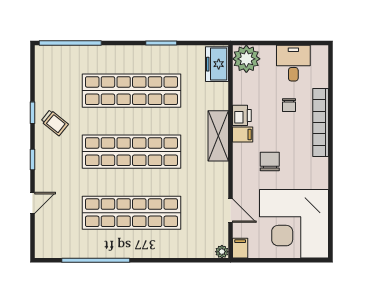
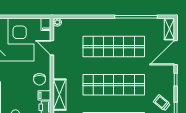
chair: (270, 161) -> (40, 79), moved
door: (32, 203) -> (176, 53), width x1.87
shelving: (42, 241) -> (169, 29), added

